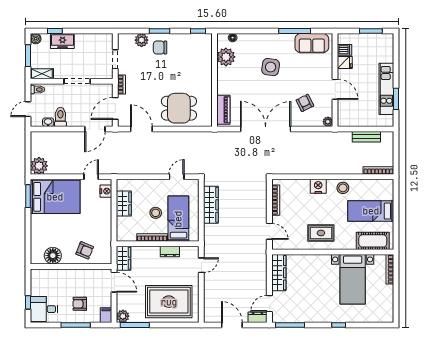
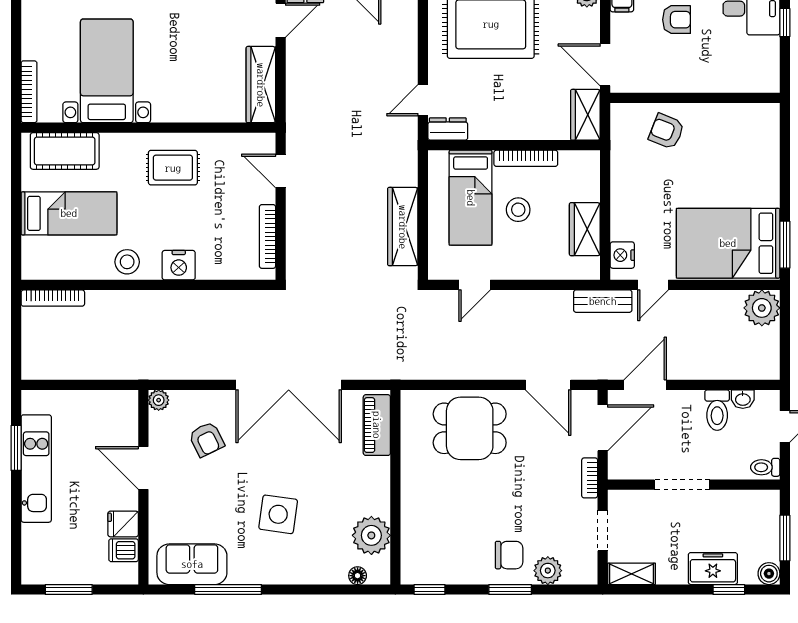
shelving: (42, 74) -> (632, 574), moved
bench: (366, 137) -> (603, 301), moved
dresser: (170, 251) -> (448, 129), moved
floor lamp: (53, 256) -> (733, 120), removed

